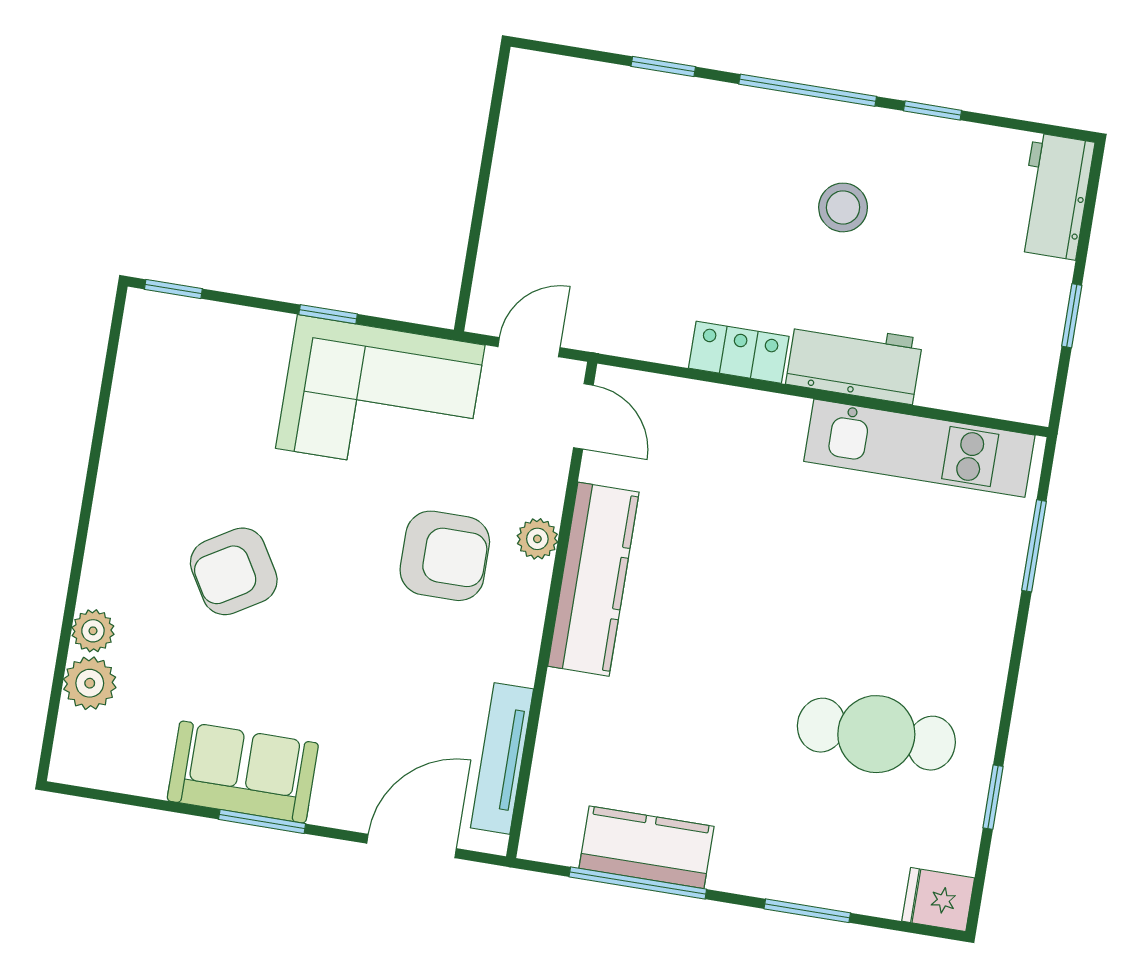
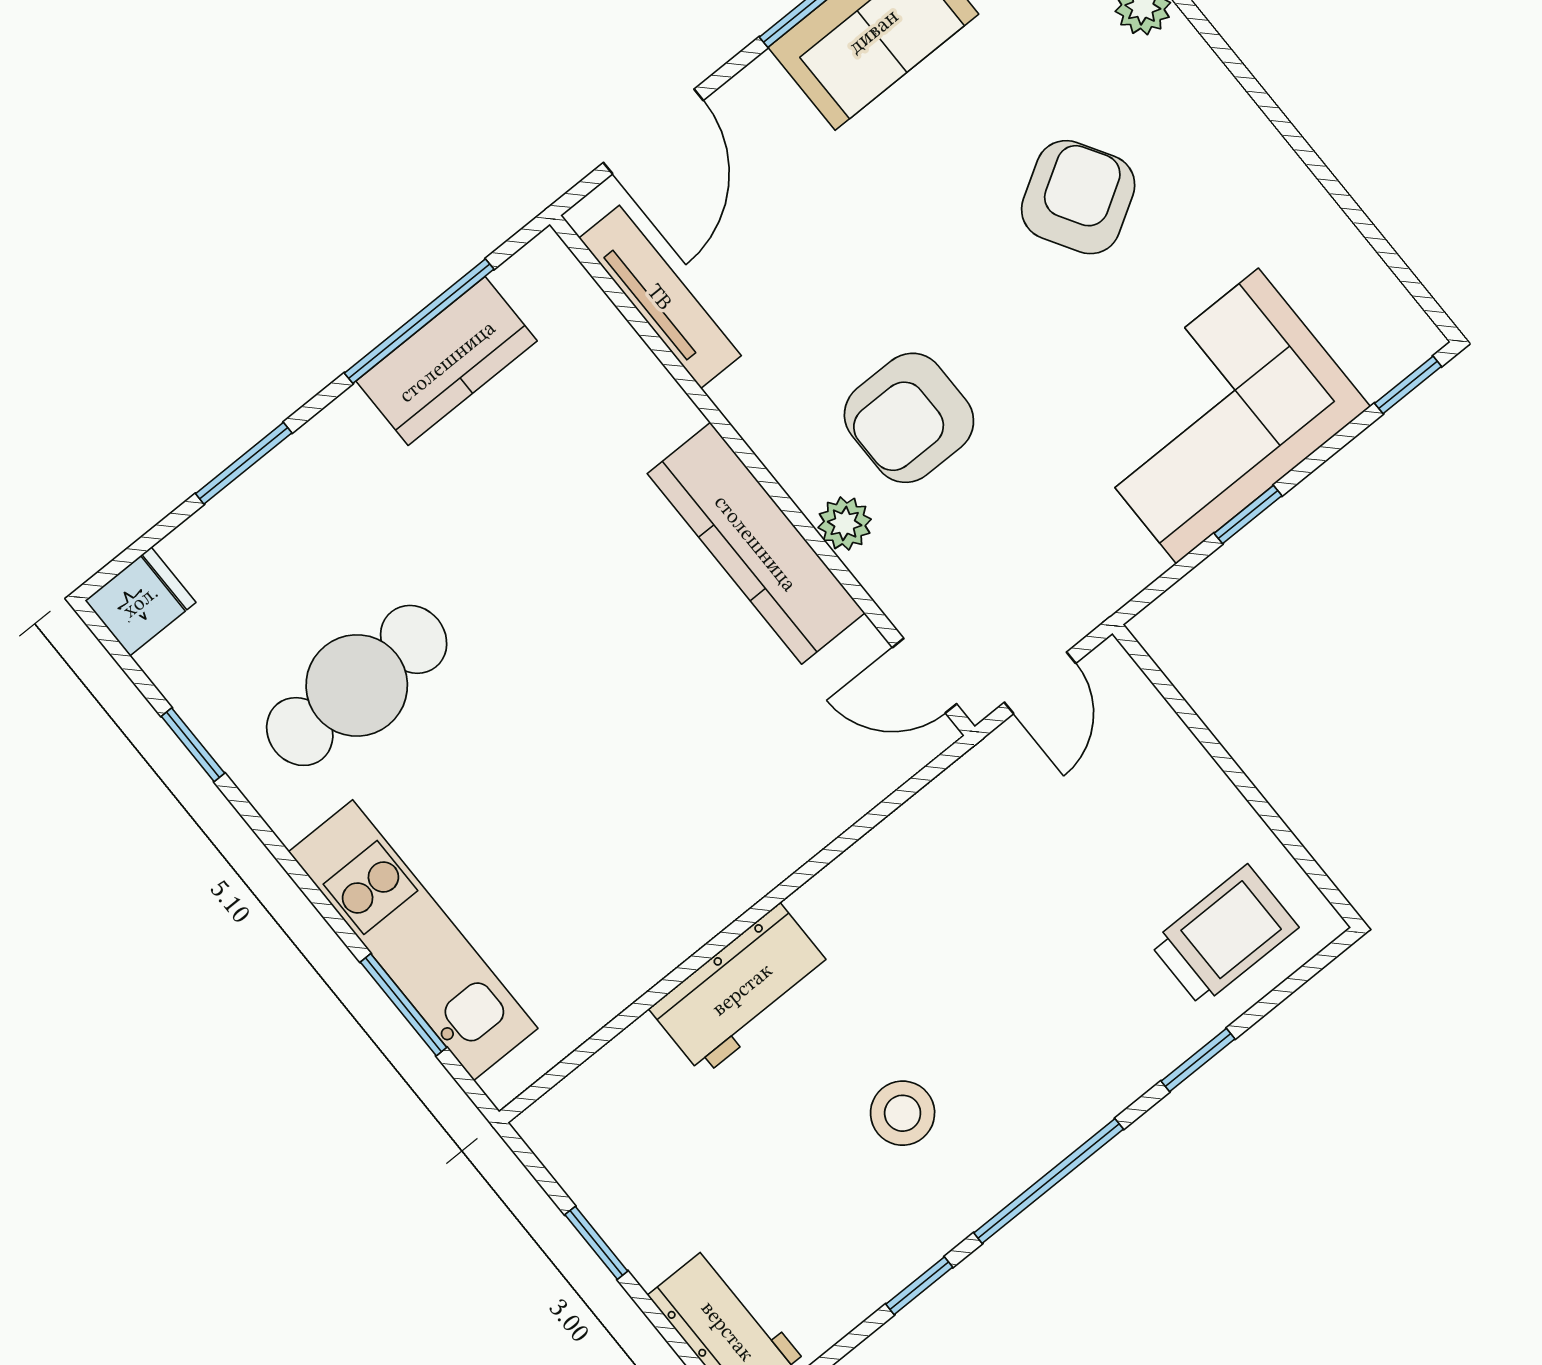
trolley: (579, 115) -> (1224, 935), added
locker: (739, 352) -> (852, 884), removed
corner sofa: (380, 397) -> (1217, 416), moved
kitchen unit: (919, 448) -> (413, 940), moved, turned 90

